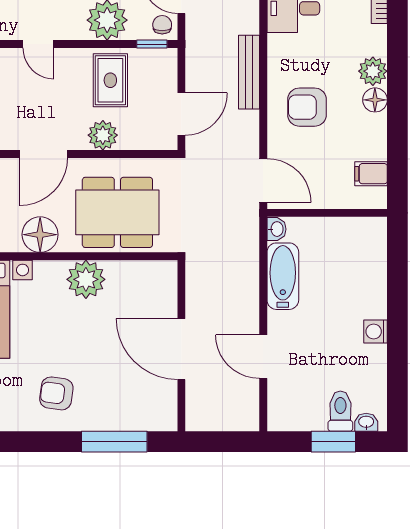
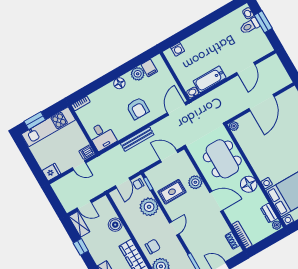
plant: (373, 71) -> (138, 74), moved
plant: (86, 279) -> (234, 126), moved, width x0.53, depth x0.53
washing machine: (376, 332) -> (178, 49), moved

